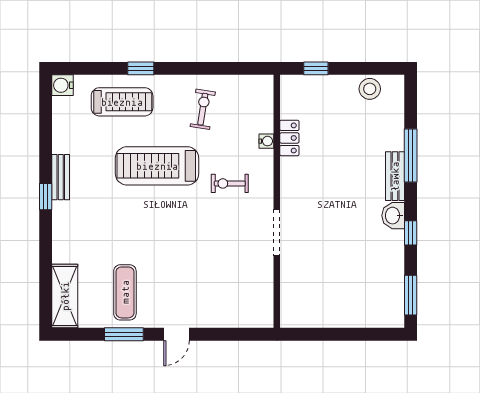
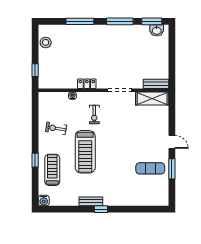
locker: (289, 138) -> (87, 84), moved
bench: (395, 176) -> (156, 84), moved
washbasin: (393, 216) -> (157, 30), moved
window: (411, 233) -> (120, 21), width x2.17
shelving: (65, 296) -> (152, 98), moved

